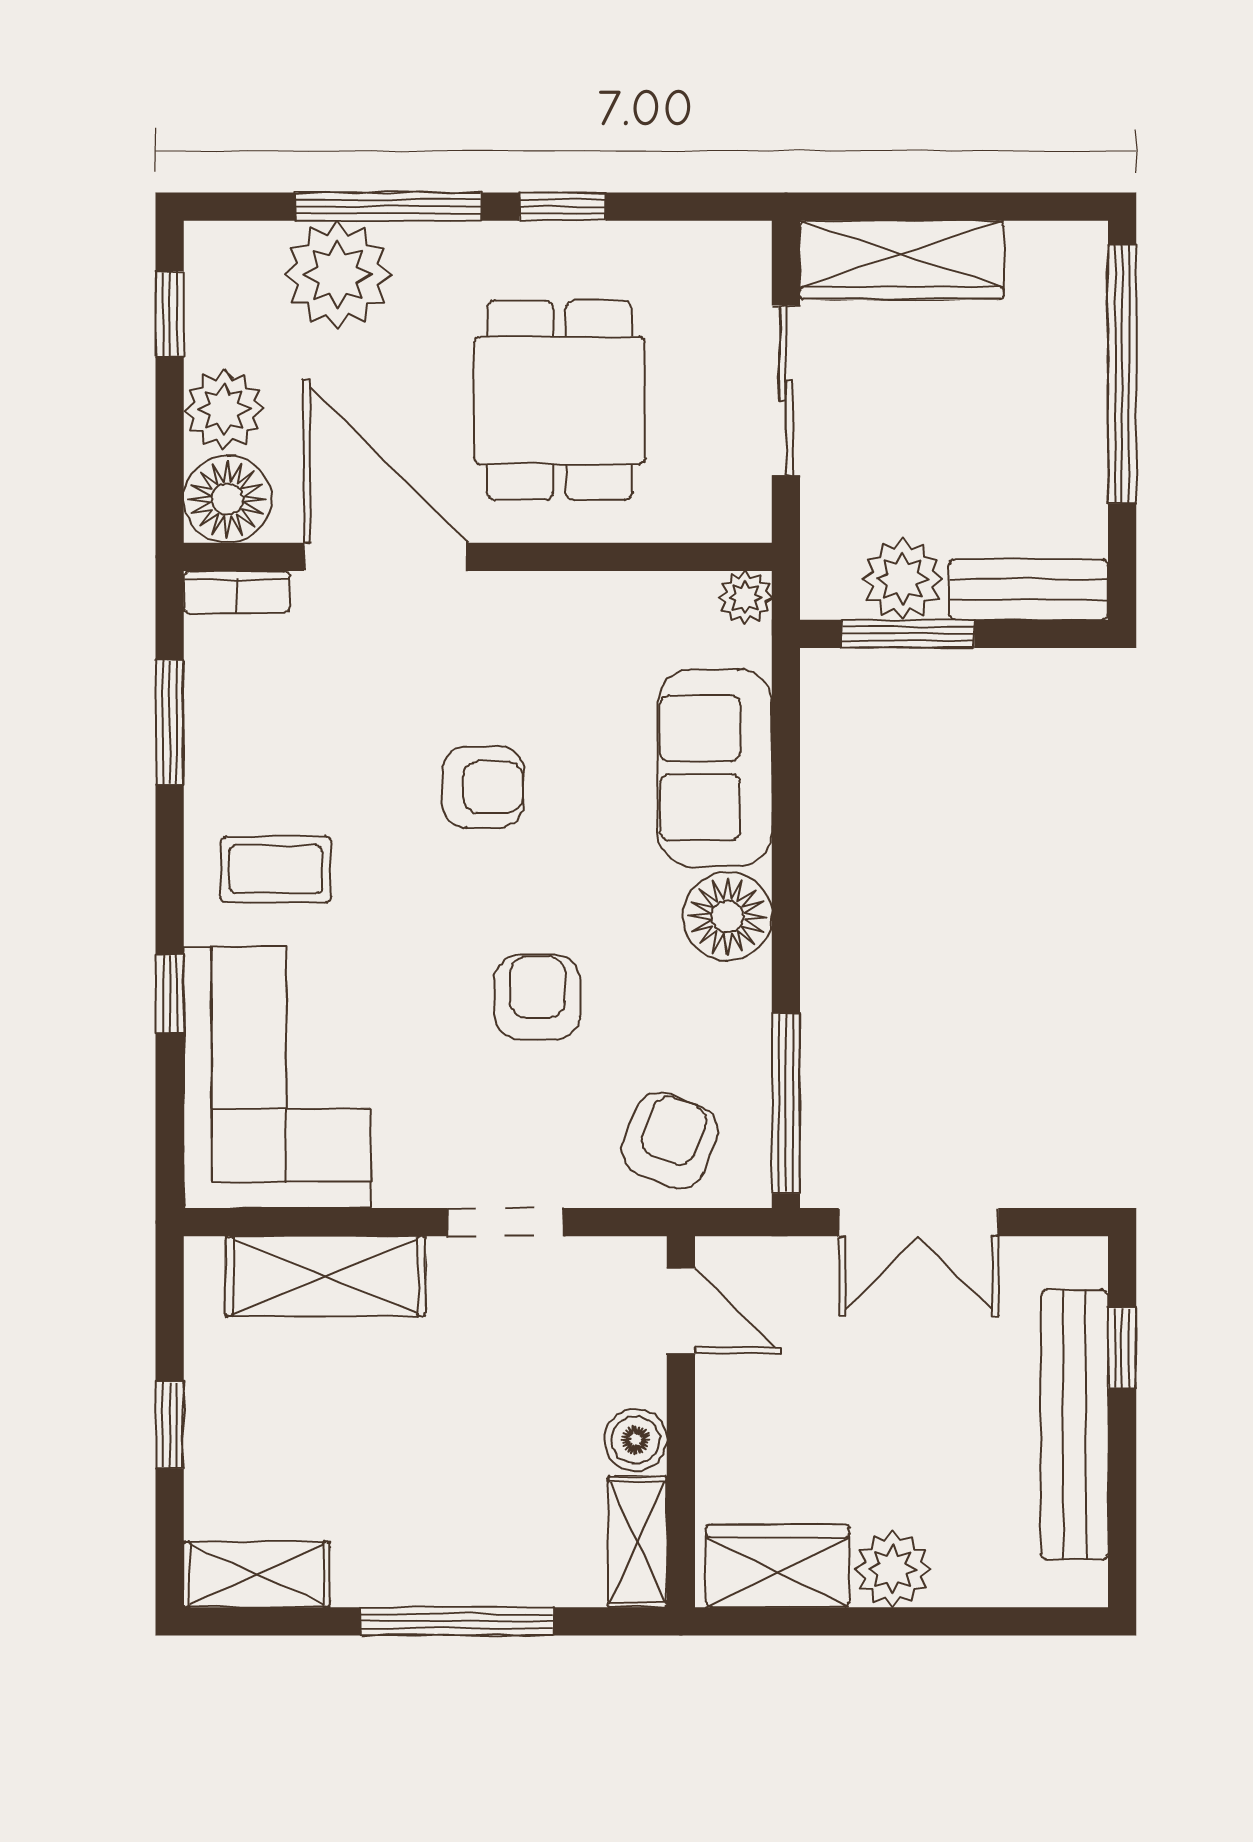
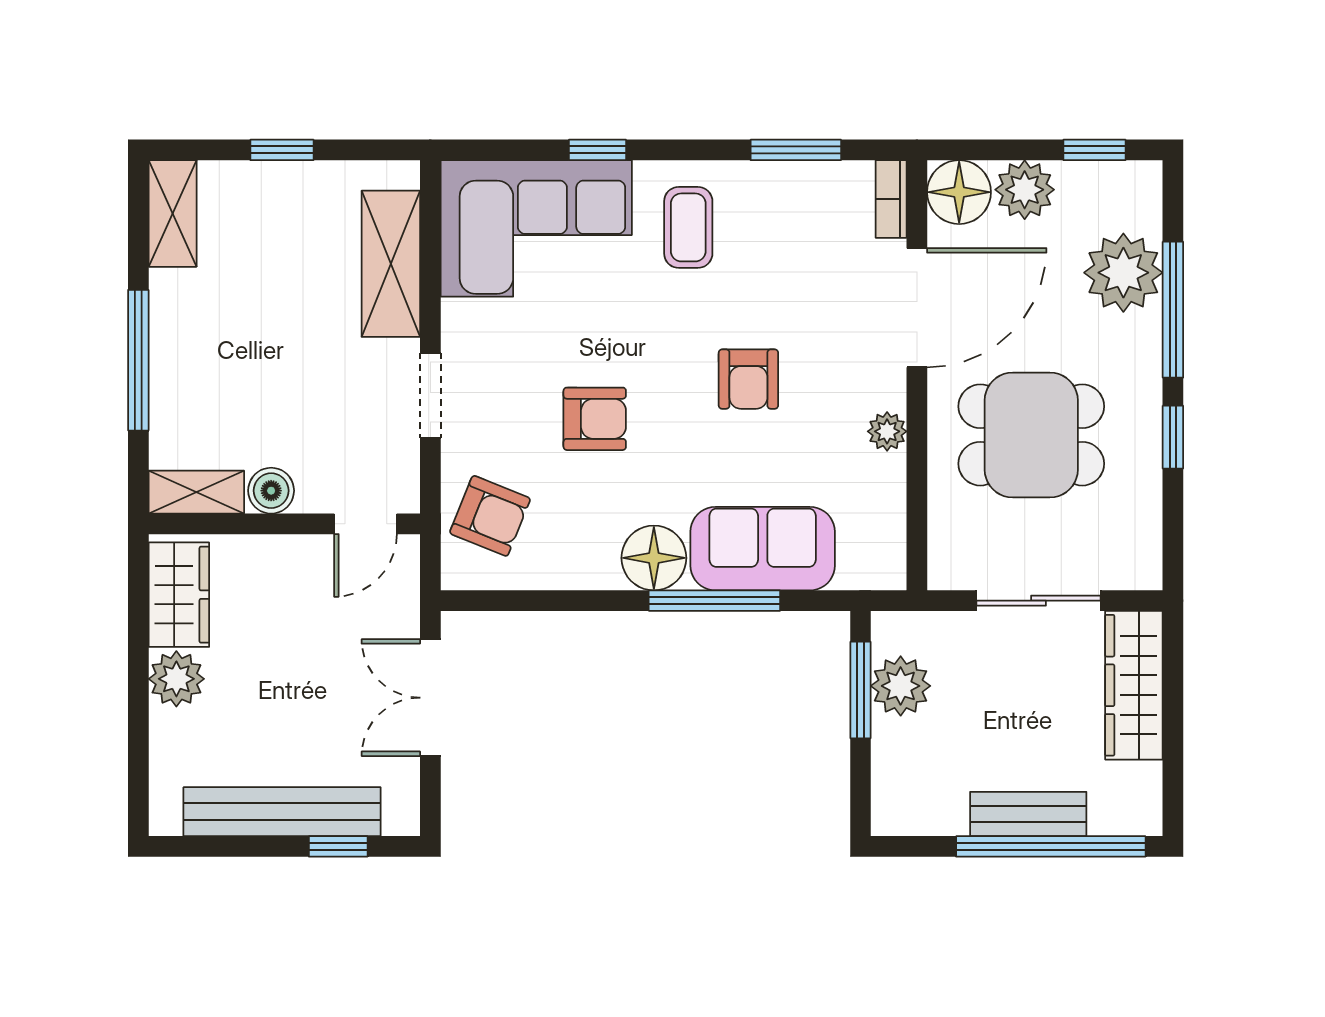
bench: (1029, 589) -> (1028, 814), moved, turned 90
plant: (745, 598) -> (887, 431), moved
window: (786, 1103) -> (714, 601), moved

